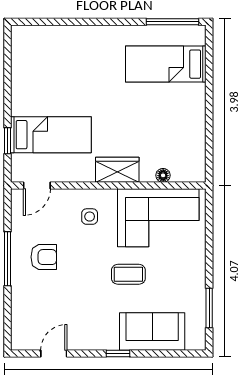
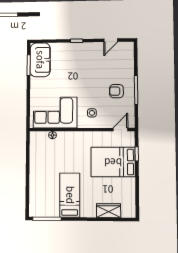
bed: (166, 64) -> (70, 195), moved, turned -90
bed: (51, 135) -> (113, 162), width x1.50
wardrobe: (117, 170) -> (109, 211), moved, turned 180
coffee table: (128, 274) -> (71, 82), removed
sofa: (152, 332) -> (40, 60), moved, turned -90

